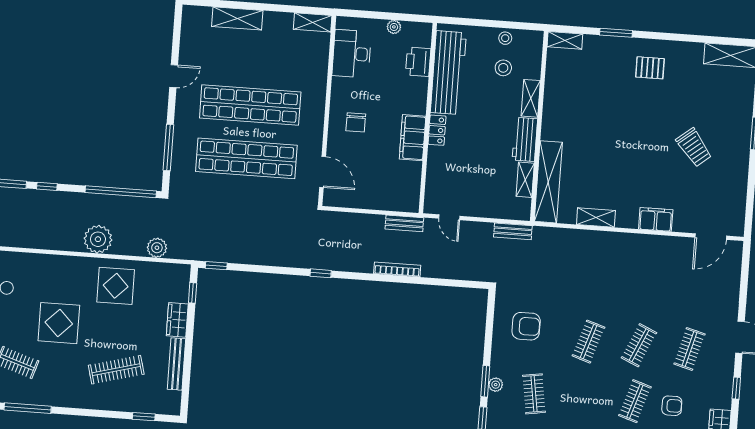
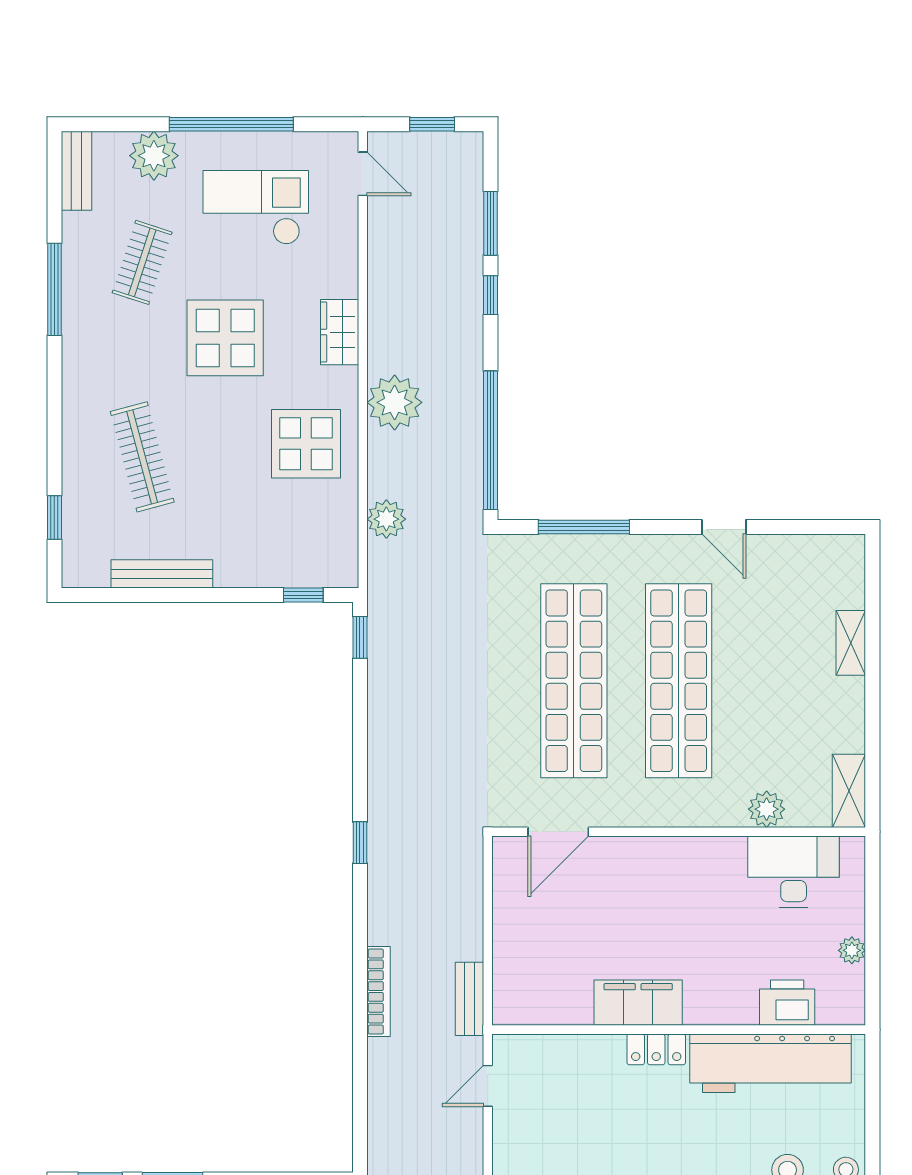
shelving: (237, 18) -> (851, 643), width x0.67, depth x0.75
plant: (319, 65) -> (767, 809), added
chair: (356, 122) -> (660, 890), removed
wardrobe: (177, 320) -> (340, 332), moved, turned -90

